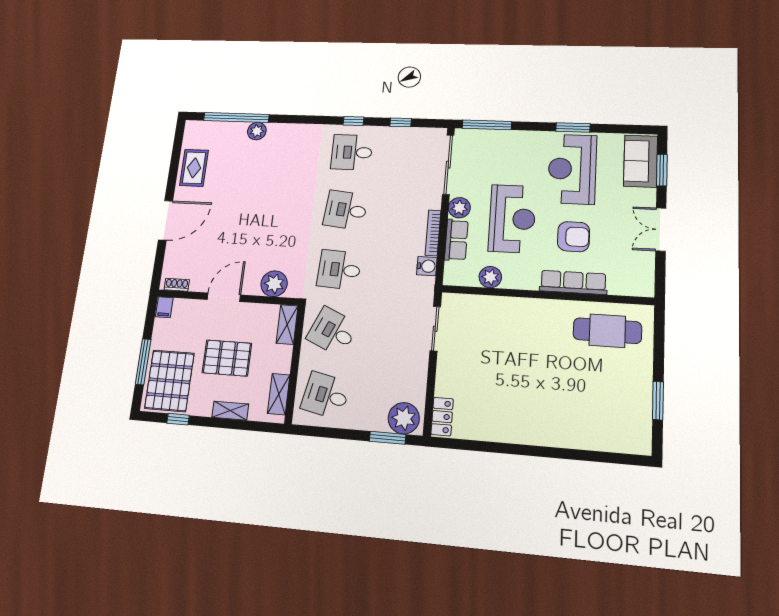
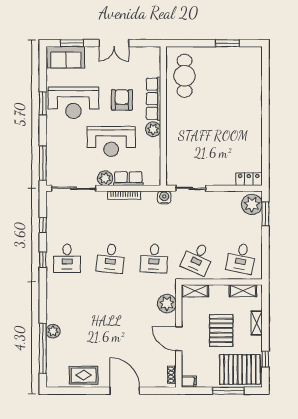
reception desk: (512, 219) -> (111, 142), turned 180
water cooler: (427, 266) -> (164, 197), moved
plant: (490, 277) -> (153, 129), moved

